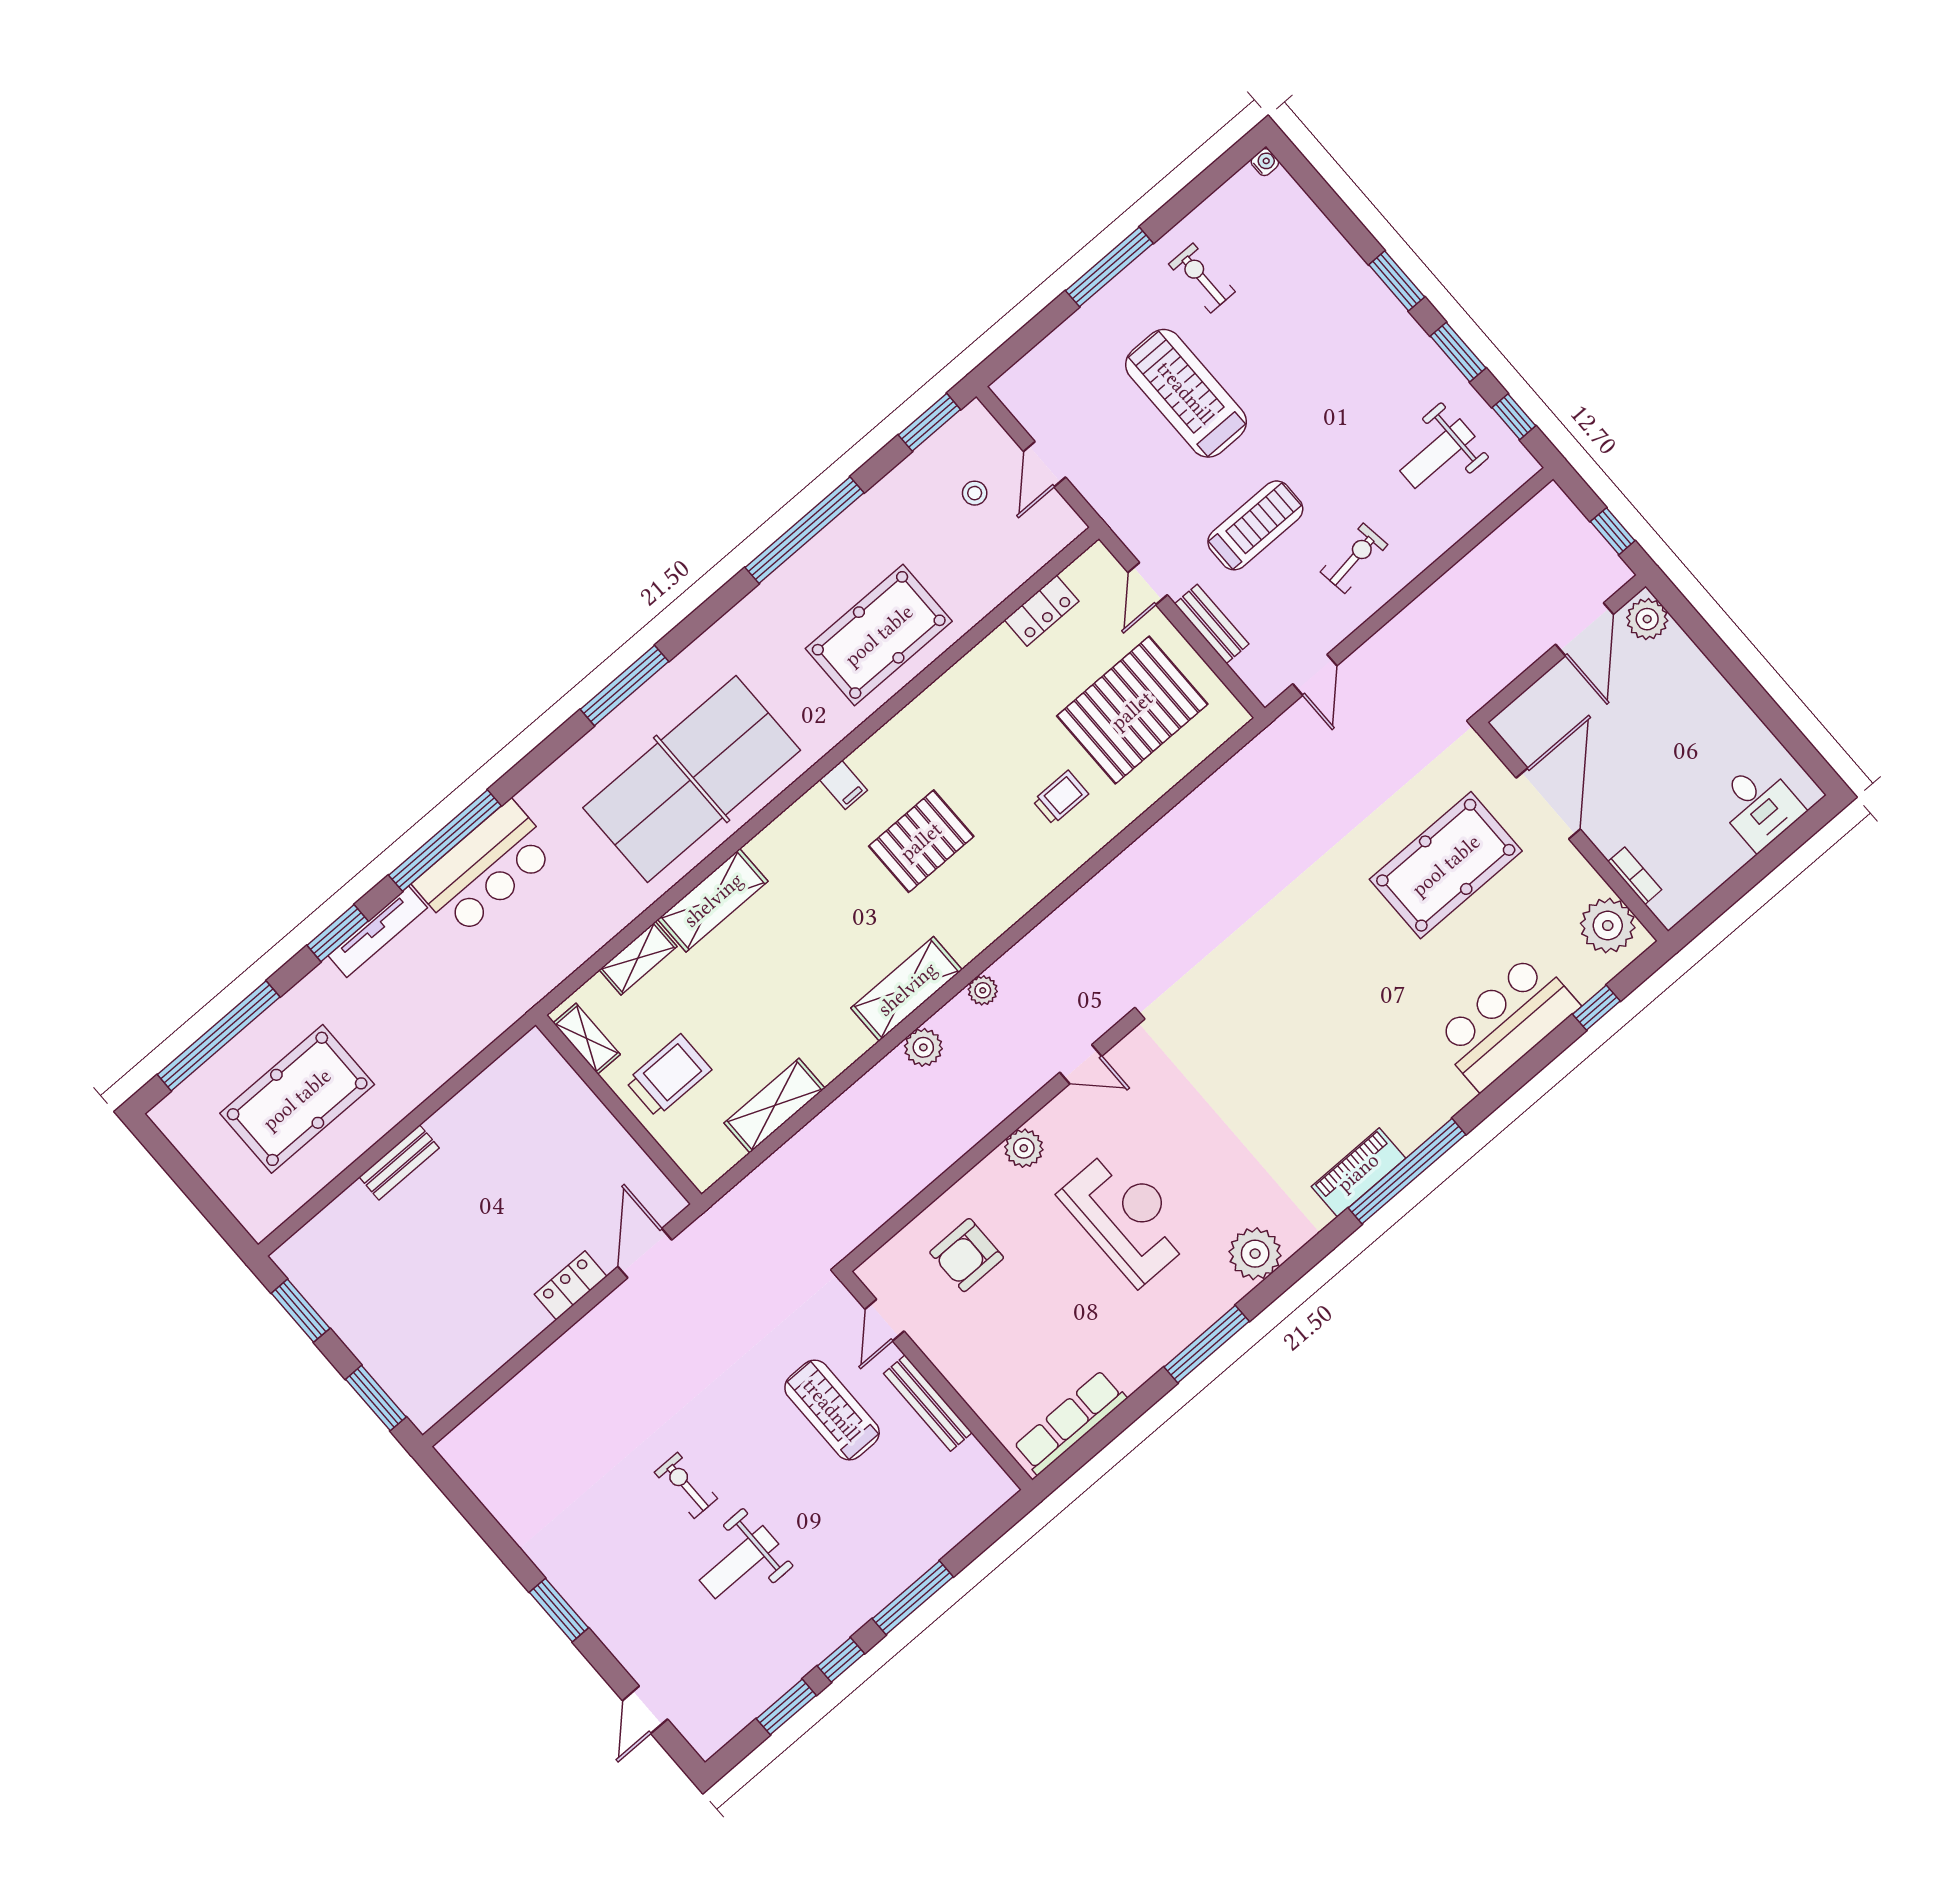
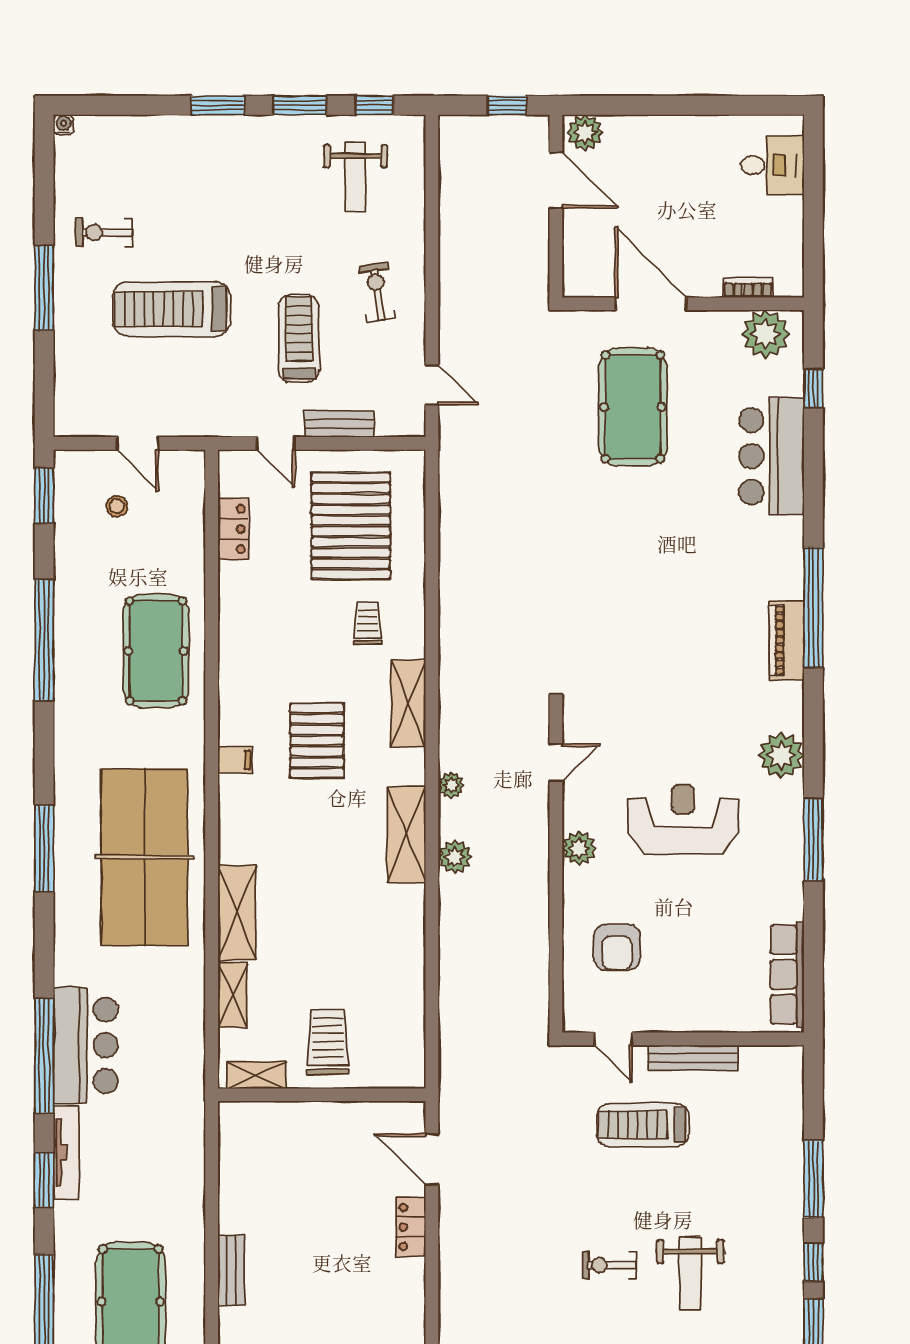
shelving: (775, 1106) -> (408, 703), moved

